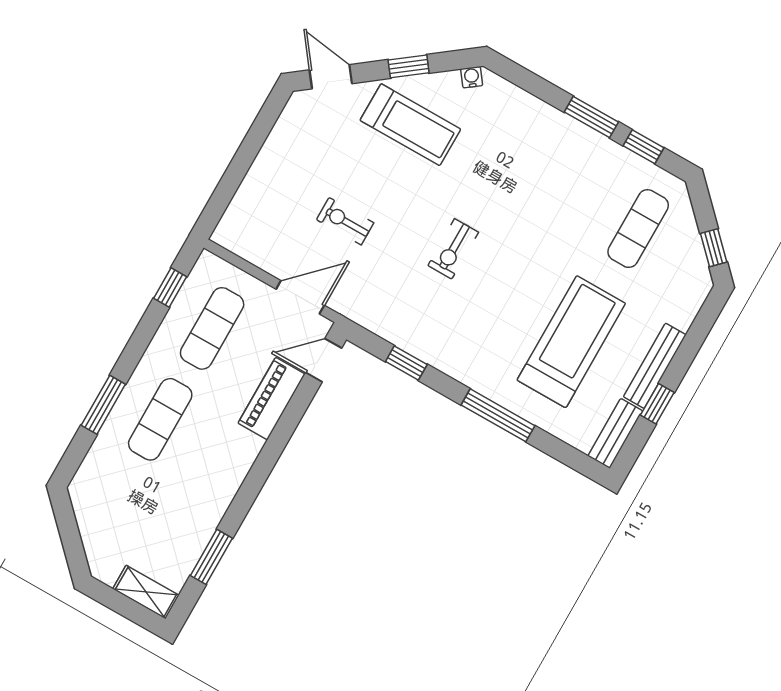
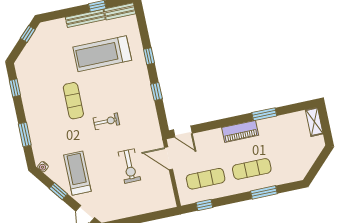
window: (591, 117) -> (25, 134), moved
exercise bike: (345, 221) -> (129, 166), width x1.38, depth x1.39
exercise mat: (638, 229) -> (73, 101), moved, turned 90
window: (406, 363) -> (156, 92), moved
piano: (272, 399) -> (240, 131), moved
window: (498, 415) -> (149, 56), width x0.46
window: (211, 557) -> (264, 114), moved

